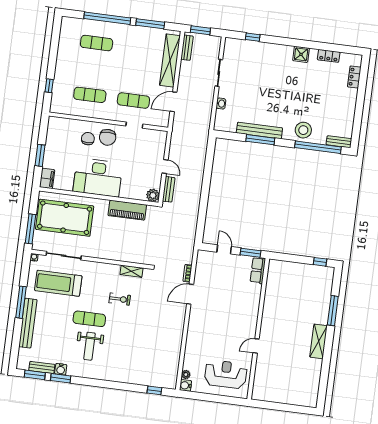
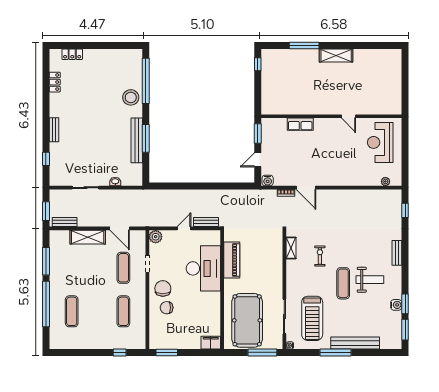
shower: (301, 54) -> (57, 109), removed
shelving: (170, 60) -> (88, 237), width x0.68
chair: (108, 137) -> (163, 288), turned -90
bench: (339, 142) -> (54, 130), moved
window: (40, 155) -> (167, 352), moved
desk: (98, 177) -> (203, 268), moved
plant: (153, 195) -> (156, 237), moved
row of seats: (258, 270) -> (300, 124), moved
bench: (42, 367) -> (397, 253), moved
water cooler: (185, 385) -> (268, 180), moved

